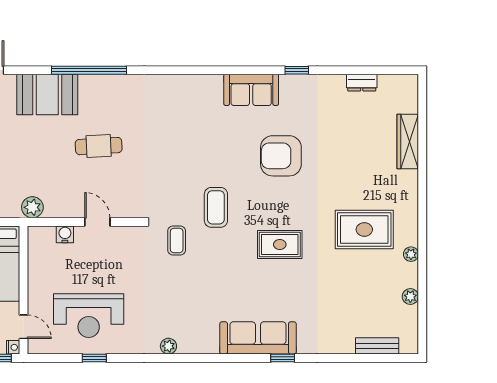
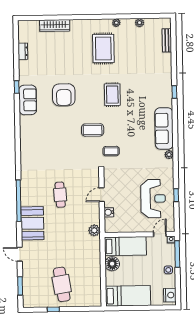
sofa: (251, 90) -> (28, 100), moved
sofa: (258, 338) -> (164, 129), moved

